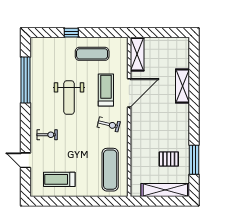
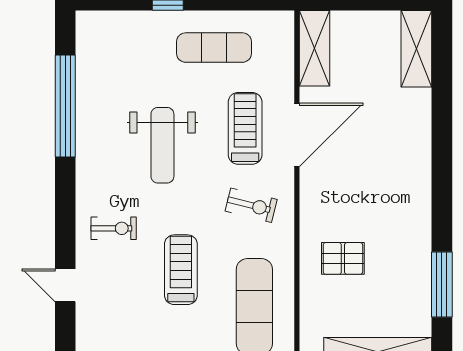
shelving: (183, 86) -> (416, 49), moved
pallet: (169, 159) -> (343, 258), moved
treadmill: (59, 179) -> (181, 270), moved, turned 90

